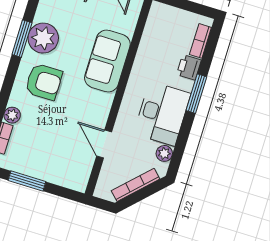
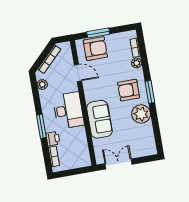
window: (22, 39) -> (150, 92), moved
desk: (162, 114) -> (68, 110), moved, turned 180
armchair: (61, 166) -> (95, 49), added
window: (27, 181) -> (98, 33), moved

